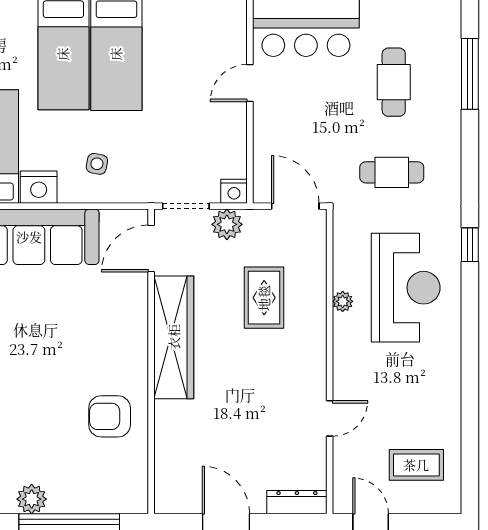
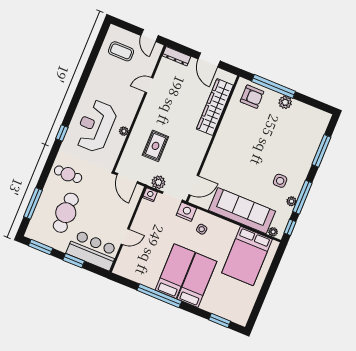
cafe table: (394, 82) -> (66, 213), width x1.37, depth x1.35
cafe table: (392, 172) -> (68, 174), moved
nightstand: (39, 187) -> (186, 212), moved
wardrobe: (174, 337) -> (215, 107), moved
armchair: (110, 416) -> (252, 97), moved

